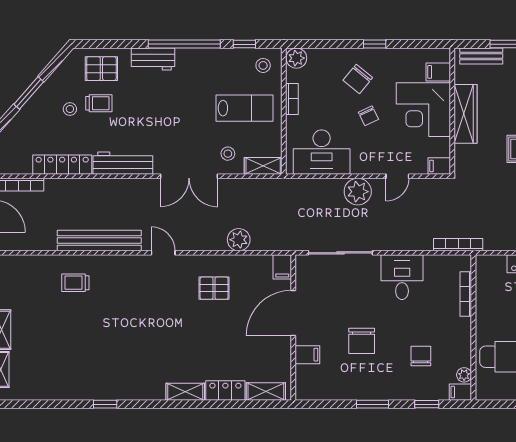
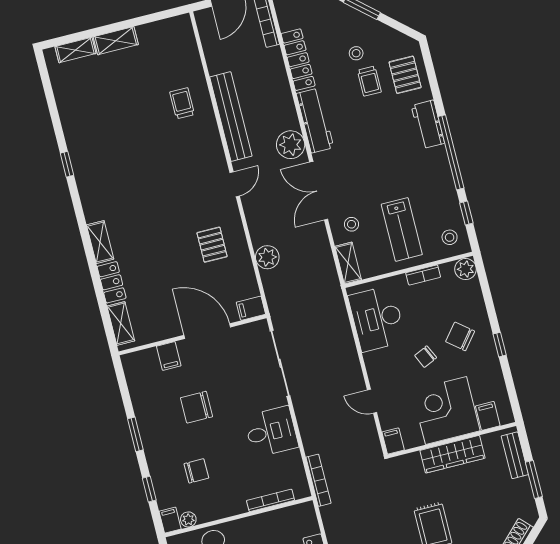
plant: (358, 192) -> (291, 145), moved

